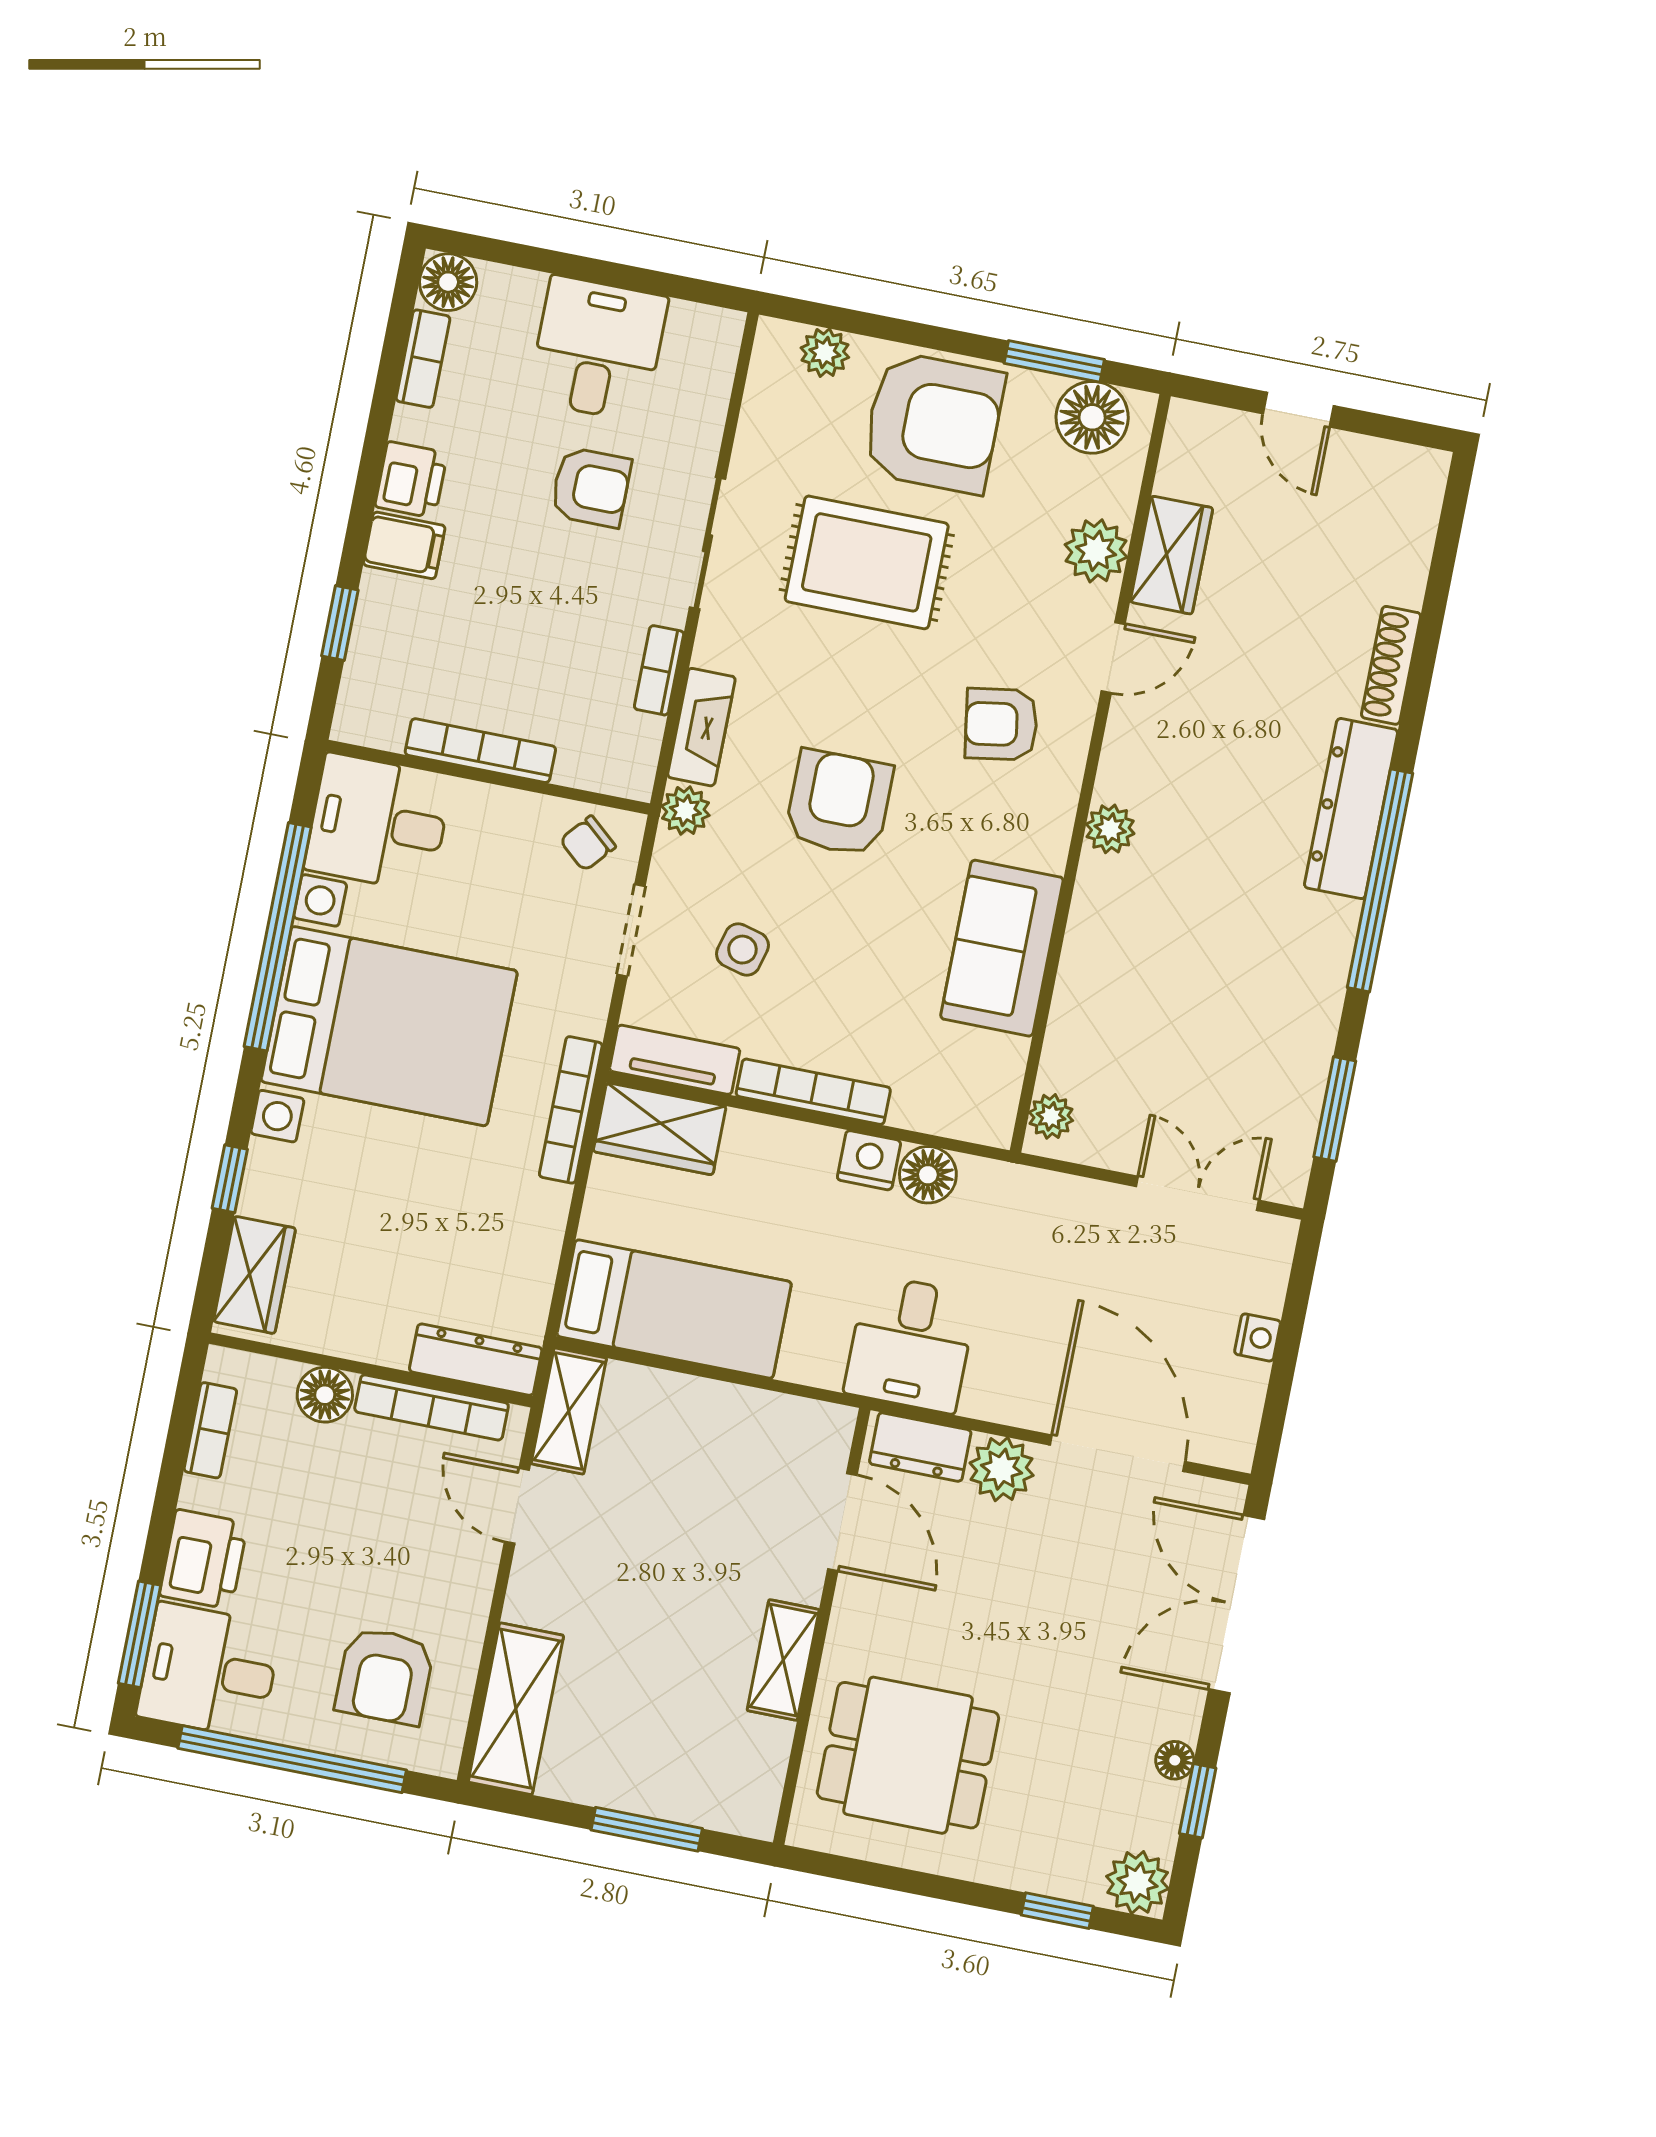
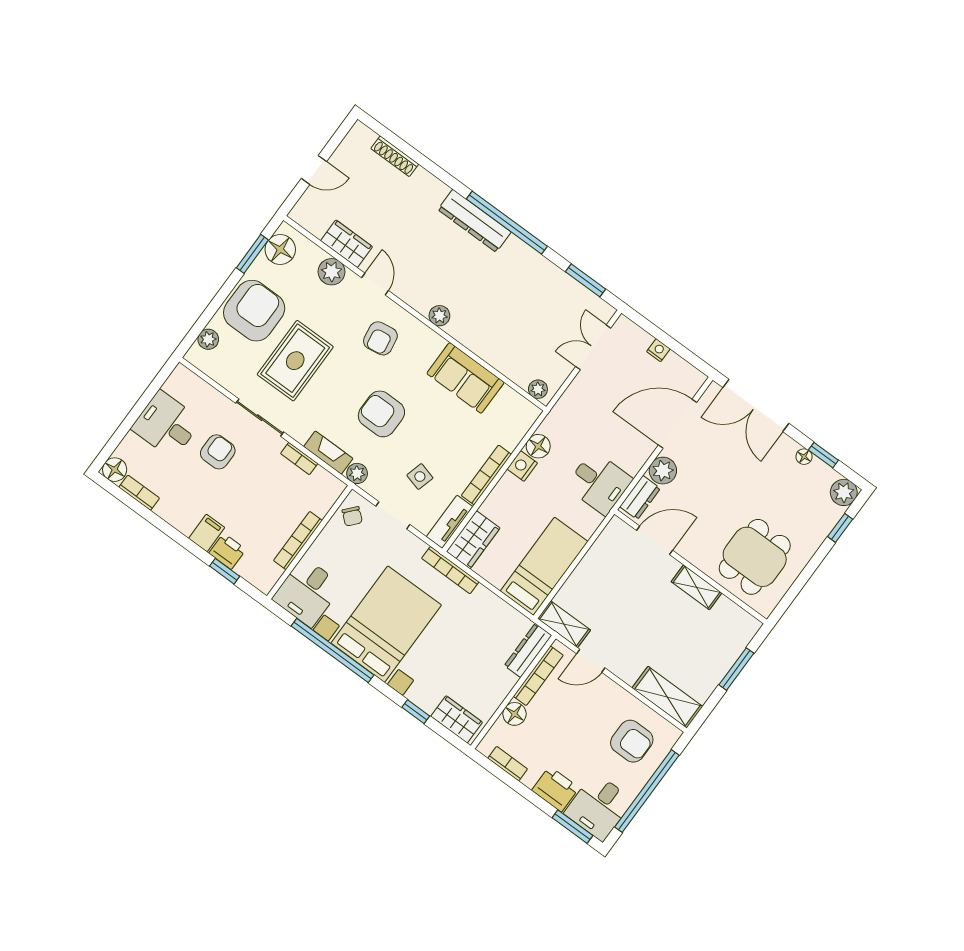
printer: (411, 480) -> (227, 551), moved
shoe rack: (1391, 665) -> (395, 156), moved

